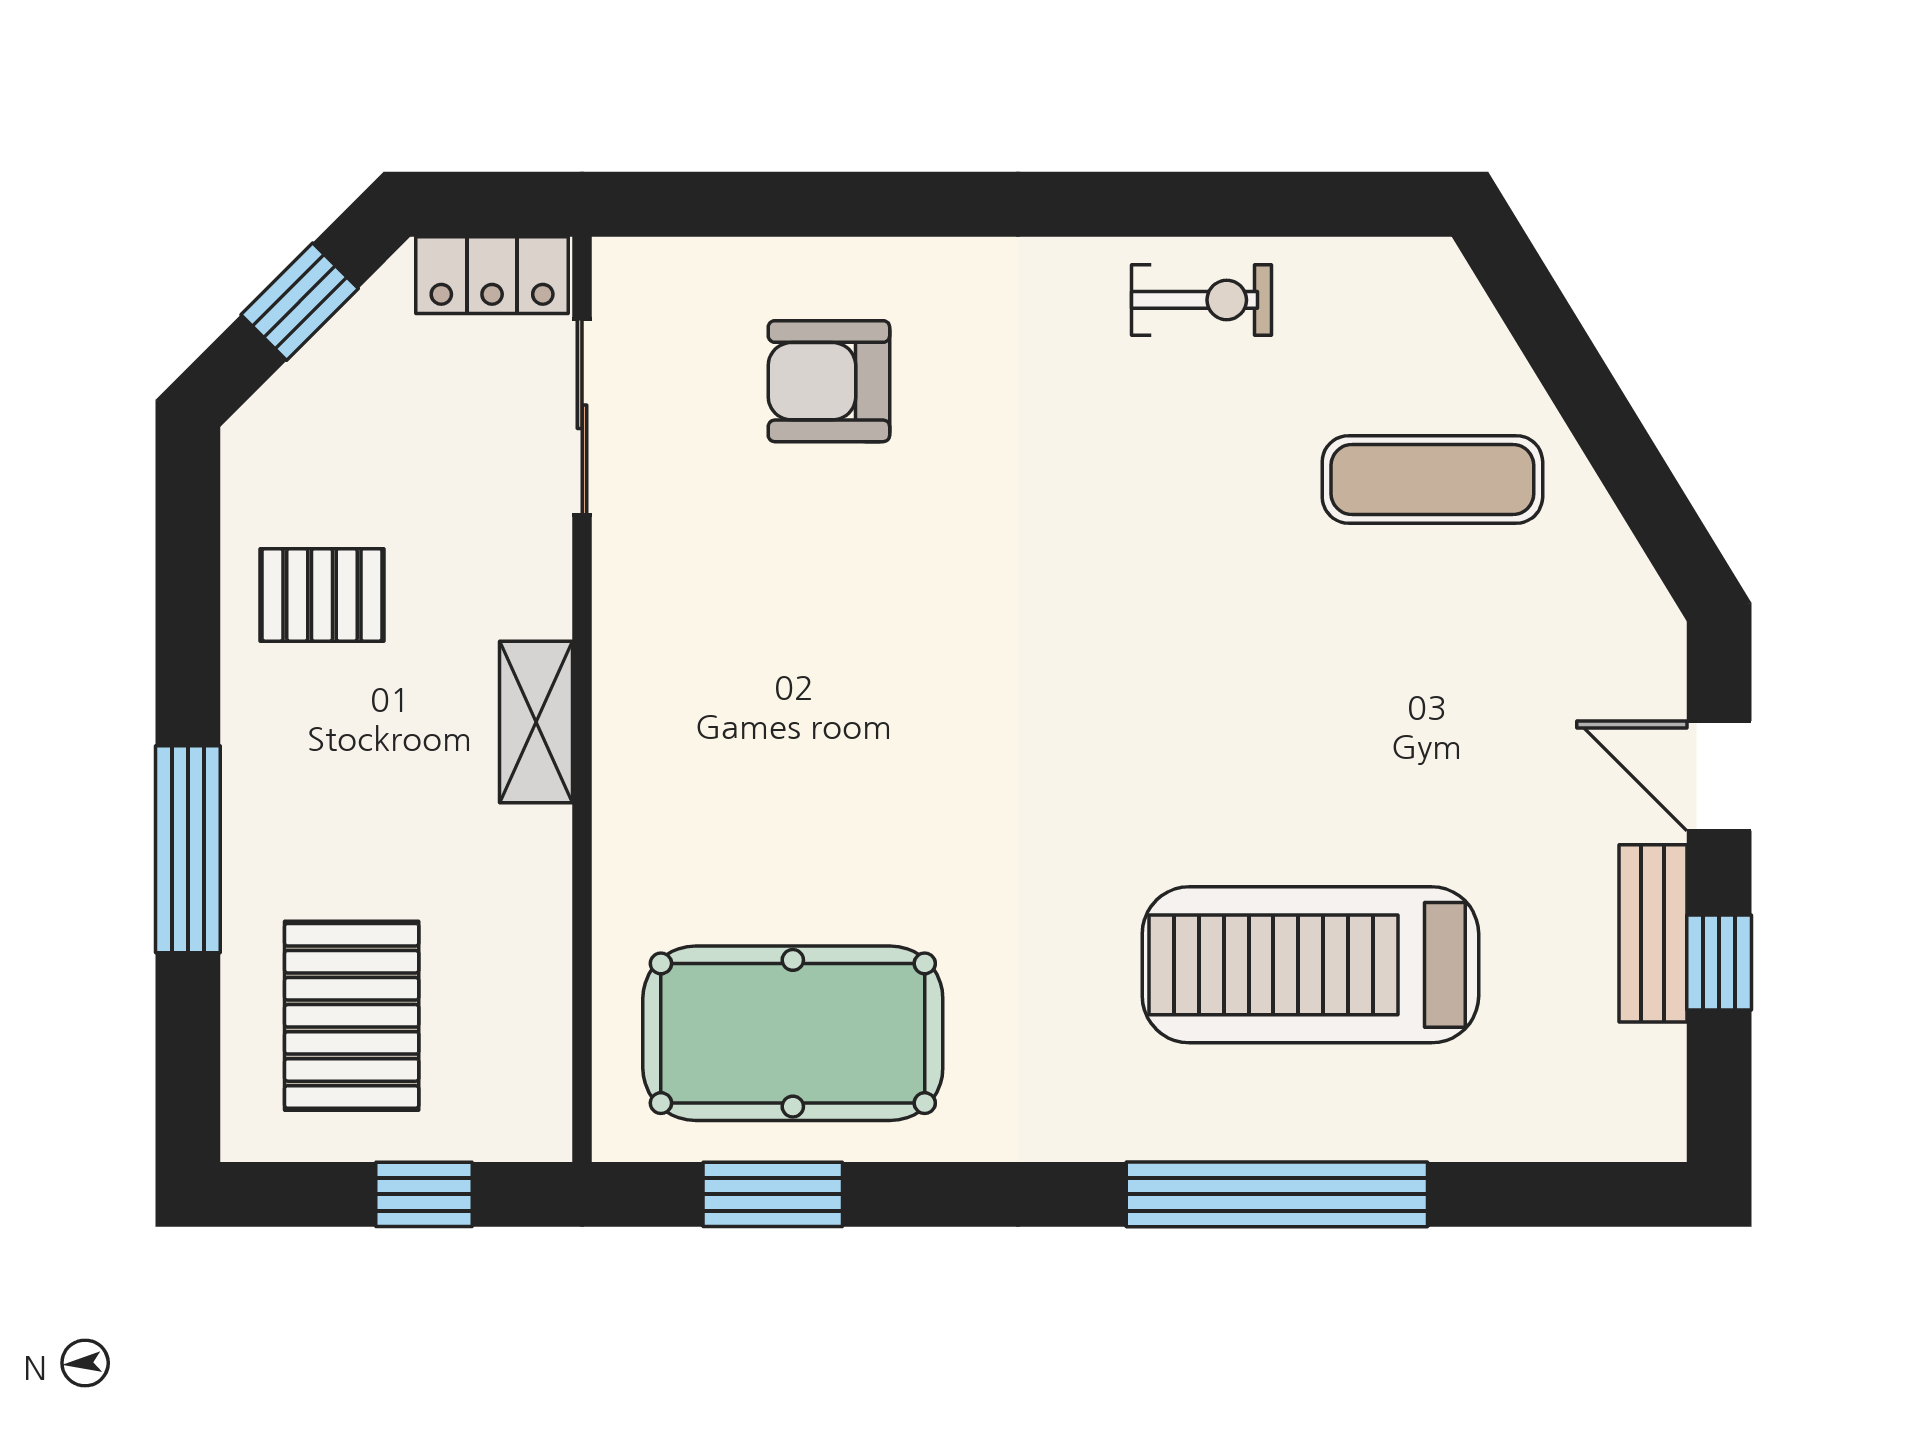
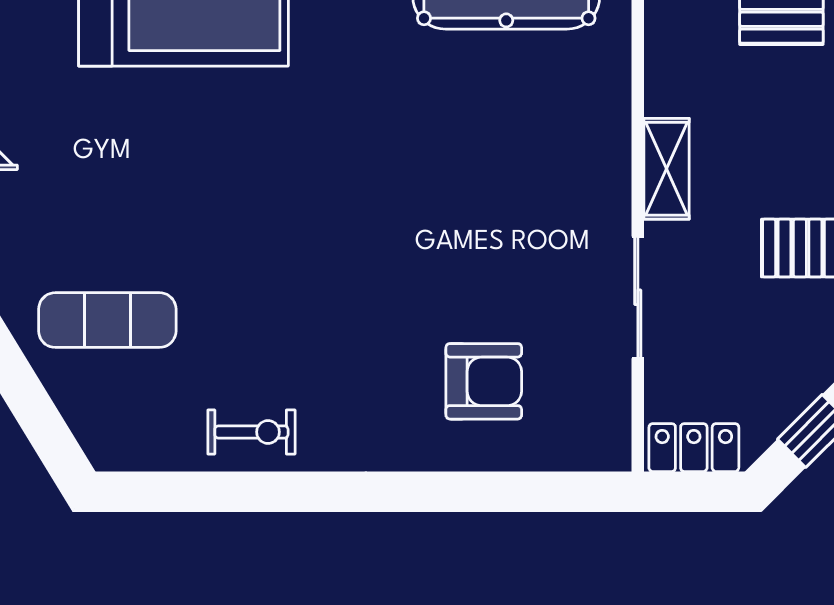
exercise bike: (1202, 300) -> (251, 432), turned 180
sliding door: (582, 417) -> (638, 297), moved

